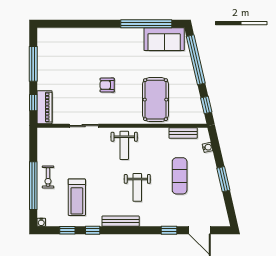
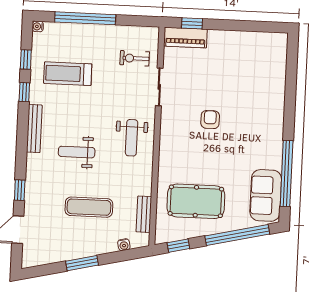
window: (33, 64) -> (242, 26), removed
pool table: (156, 100) -> (196, 201), moved
weight bench: (124, 145) -> (132, 138), turned -90
exercise bike: (48, 177) -> (135, 58), moved

